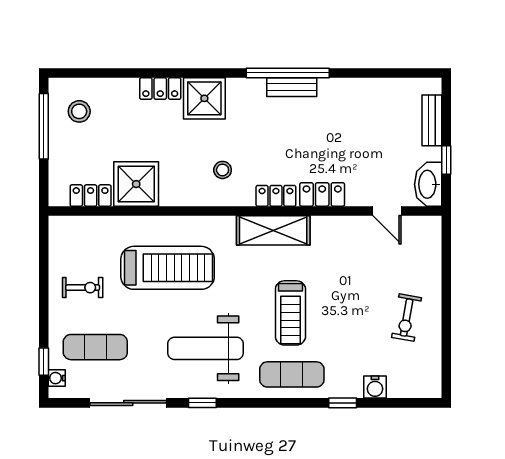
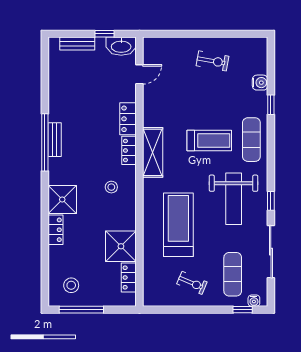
exercise bike: (83, 288) -> (192, 283), turned 113

